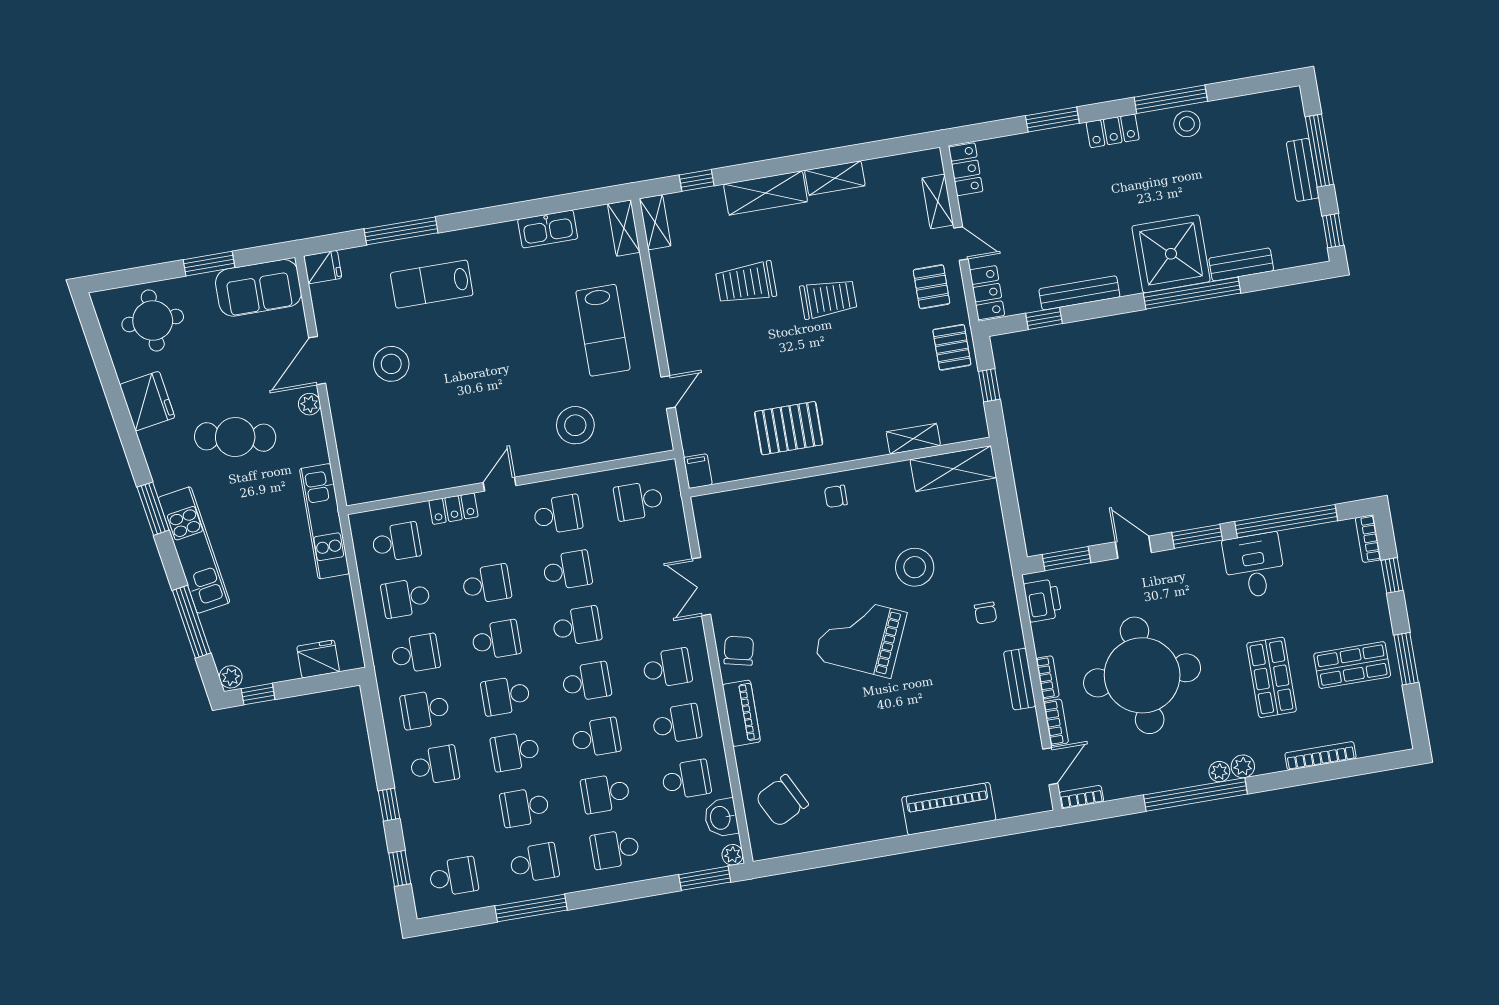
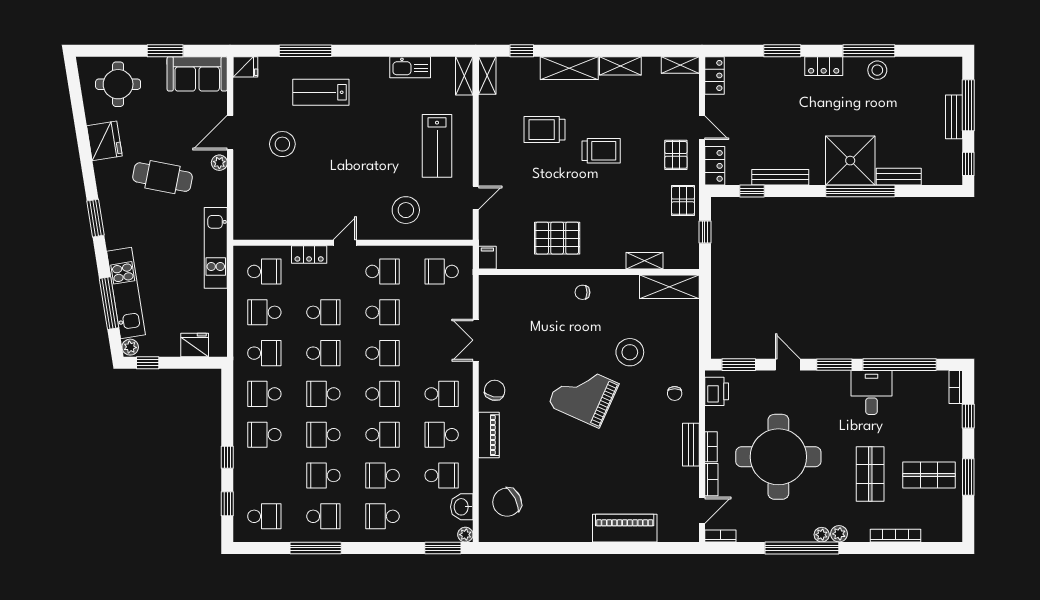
shelving: (938, 202) -> (680, 65), moved, turned 90
kitchen unit: (194, 550) -> (126, 293), moved
school desk: (677, 724) -> (442, 435), turned 180
school desk: (434, 765) -> (264, 435), turned 180

